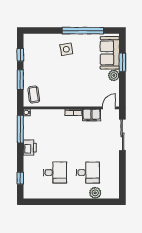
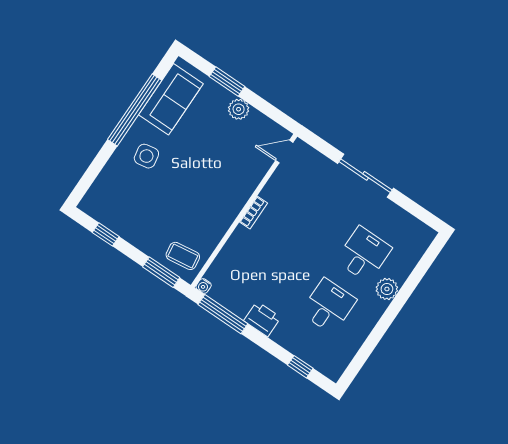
sofa: (110, 53) -> (171, 99), moved, turned -90
window: (20, 80) -> (161, 272), moved
door: (109, 108) -> (284, 152), hinge flipped
filing cabinet: (91, 115) -> (277, 187), removed
sliding door: (122, 135) -> (366, 176), moved
plant: (95, 193) -> (387, 289), moved

